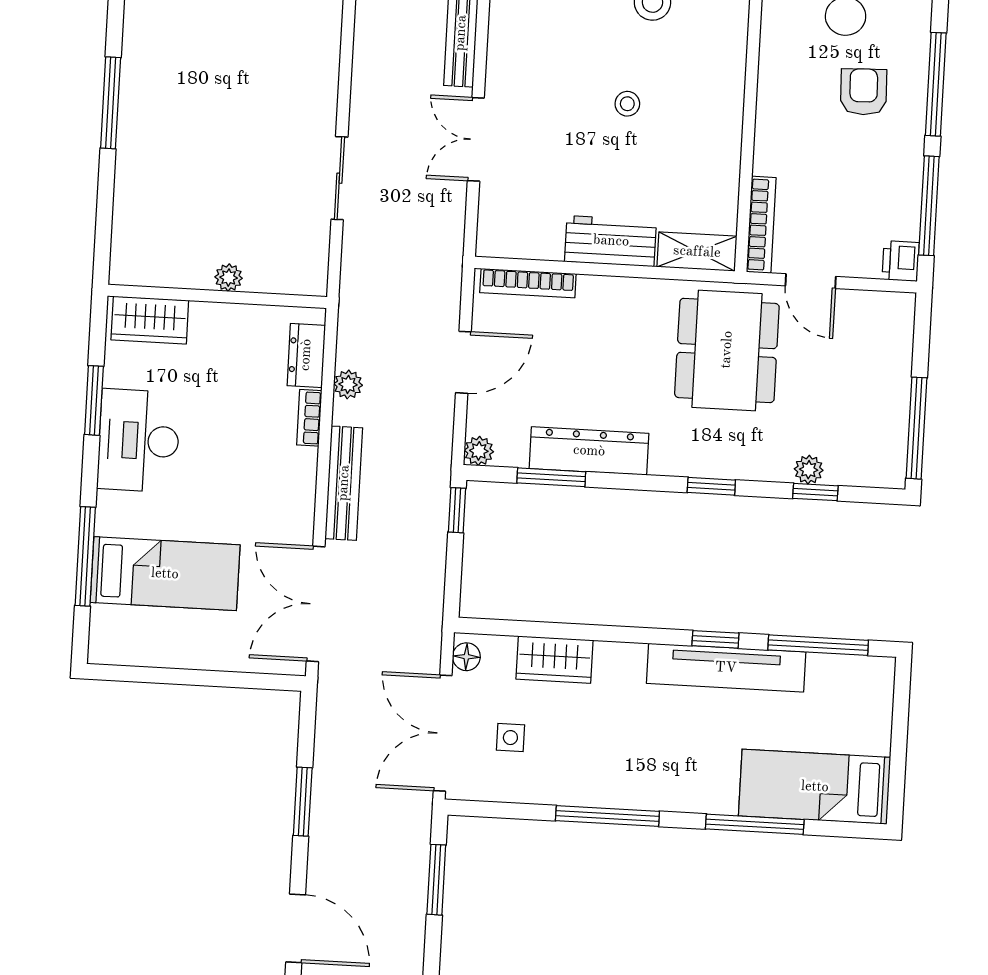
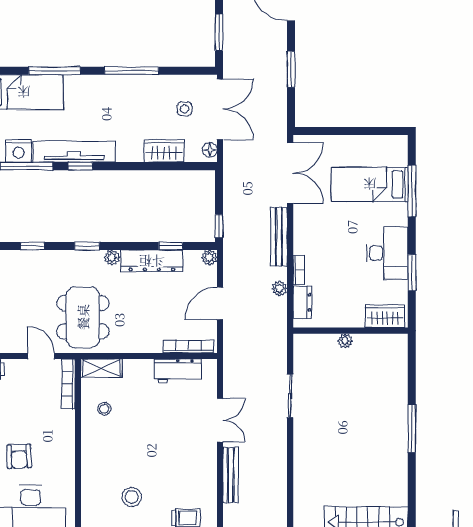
stool: (627, 104) -> (104, 409), moved
workbench: (611, 241) -> (178, 371), moved
plant: (809, 470) -> (112, 257), moved
window: (551, 477) -> (171, 246), width x0.67
nightstand: (832, 675) -> (19, 151), added

